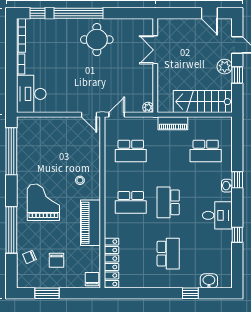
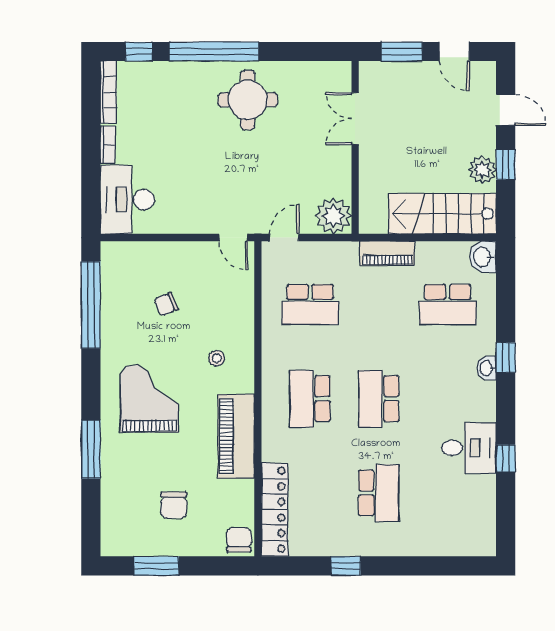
window: (181, 13) -> (402, 51), added
plant: (225, 67) -> (482, 170), moved
plant: (148, 107) -> (333, 216), width x1.88, depth x1.88
school desk: (131, 202) -> (310, 399), turned 90
desk: (217, 215) -> (469, 448), moved
window: (11, 230) -> (91, 449), width x0.68
chair: (29, 257) -> (166, 304), moved
washbasin: (209, 281) -> (483, 257), moved, turned -90
window: (190, 293) -> (346, 566), moved

